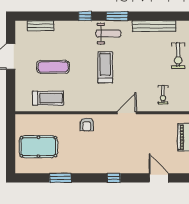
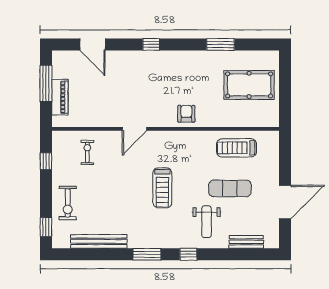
weight bench: (108, 34) -> (207, 222), moved, turned -90
exercise bike: (178, 56) -> (68, 203), turned 180

